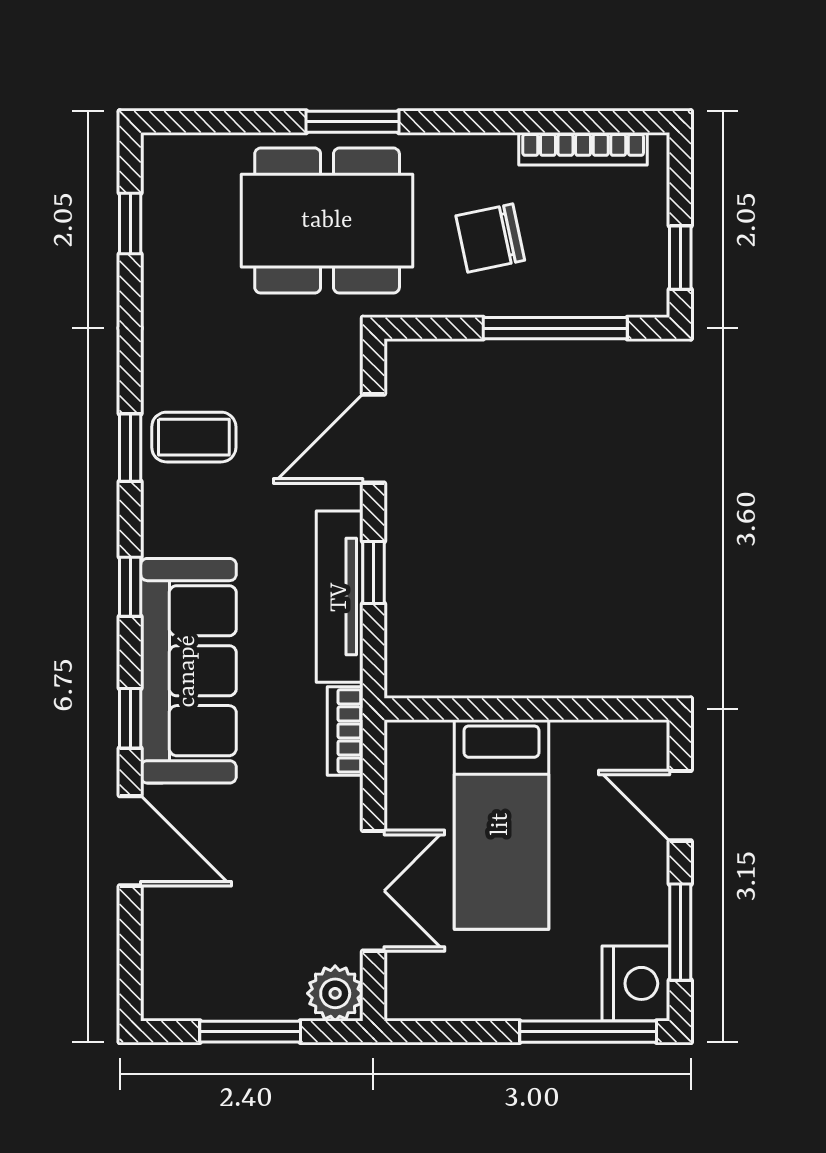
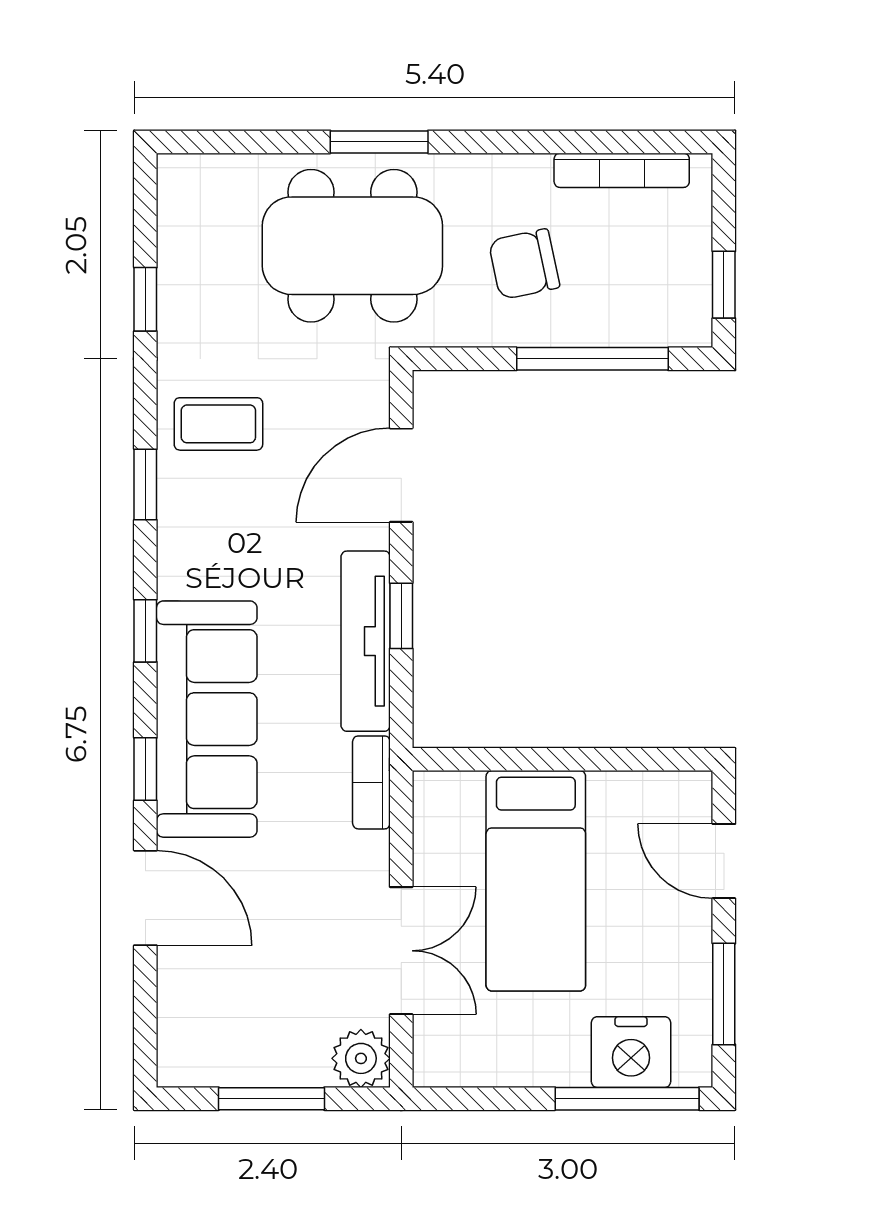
window: (130, 224) -> (145, 299), moved
coffee table: (194, 437) -> (218, 424), moved
nightstand: (636, 983) -> (631, 1052), moved, turned 90

